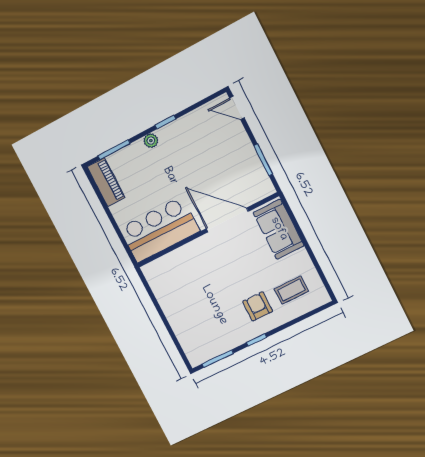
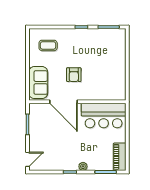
door: (237, 108) -> (28, 159), hinge flipped
armchair: (258, 306) -> (74, 75), moved

